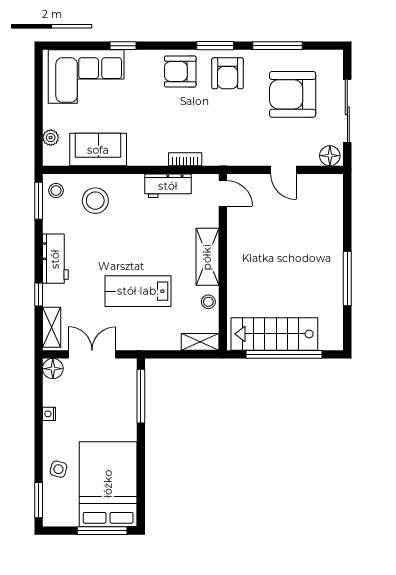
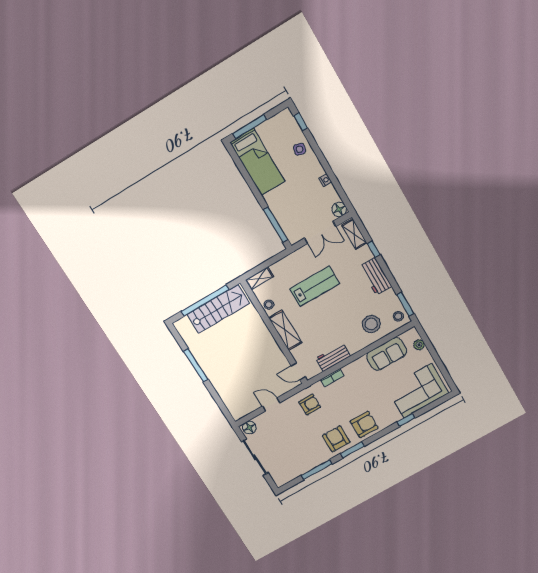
armchair: (293, 94) -> (310, 405), moved, width x0.53, depth x0.53
bed: (108, 484) -> (257, 162), width x0.67
window: (39, 500) -> (301, 122), width x0.67

